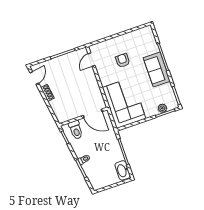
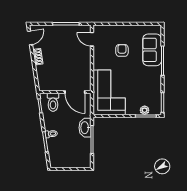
door: (92, 60) -> (92, 39), hinge flipped
sofa: (157, 69) -> (152, 50), moved
washbasin: (123, 170) -> (85, 128), moved

